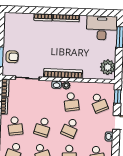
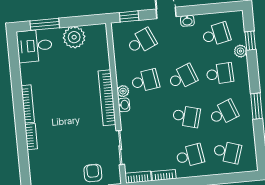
desk: (102, 28) -> (34, 46), width x0.73
plant: (108, 67) -> (74, 37), moved
school desk: (70, 128) -> (183, 77), turned -42

